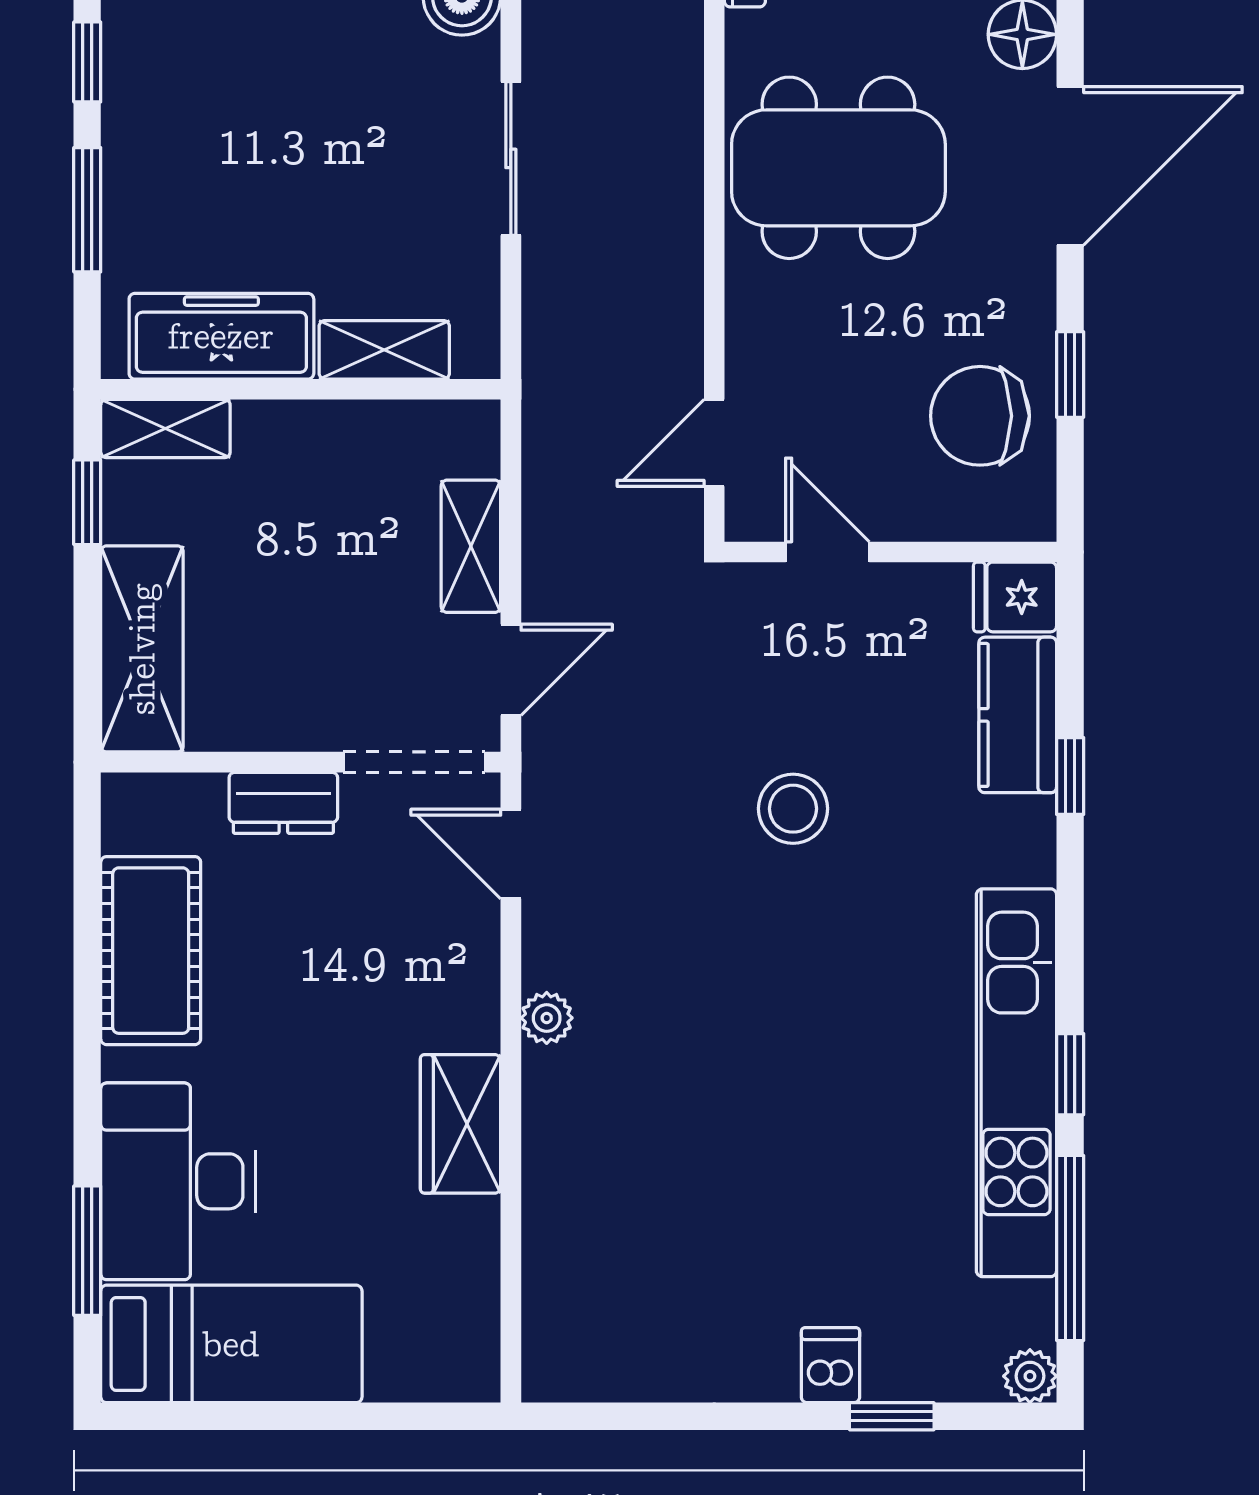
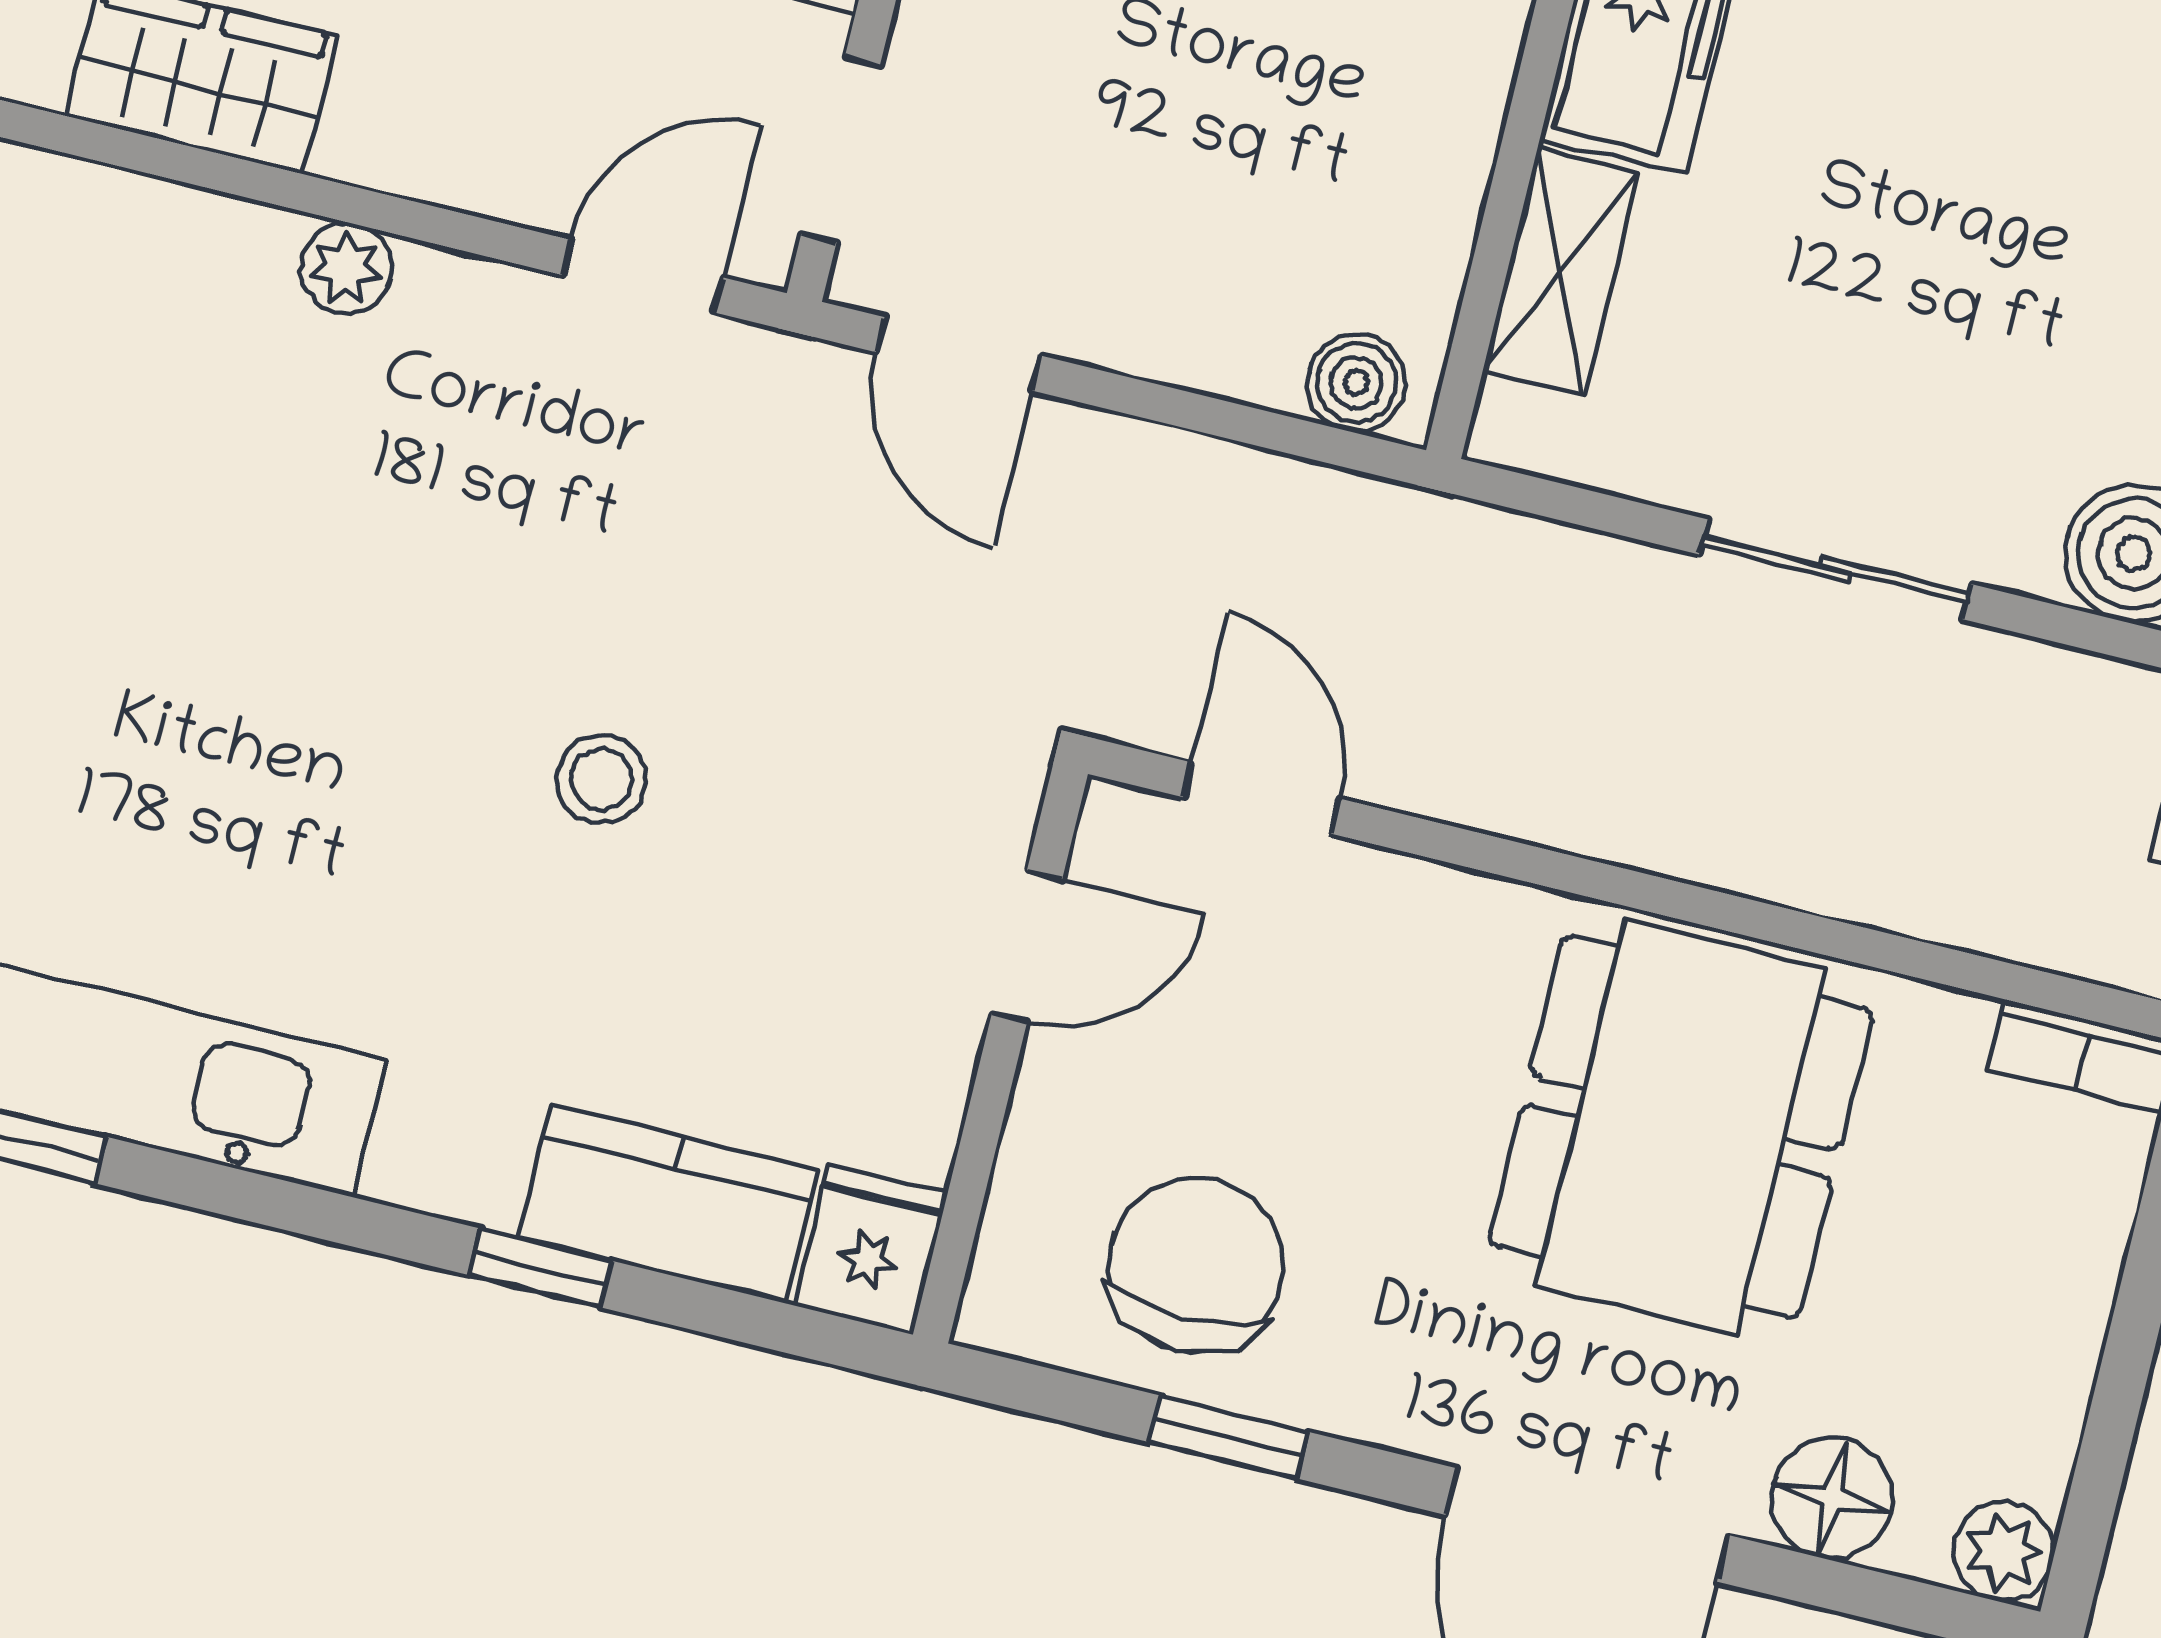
boiler: (473, 447) -> (1356, 383), added
shelving: (471, 546) -> (1187, 337), removed
doorway: (414, 762) -> (841, 149), width x0.73
stool: (793, 809) -> (601, 779), width x0.73, depth x0.73

